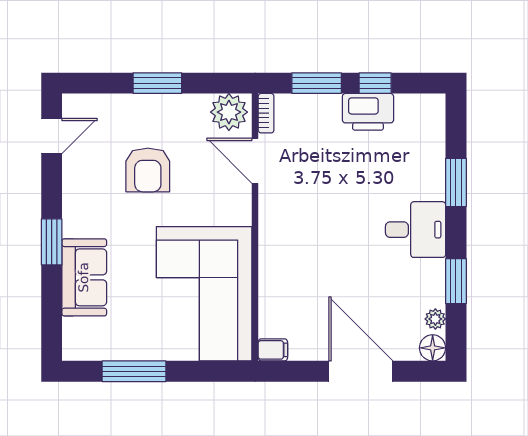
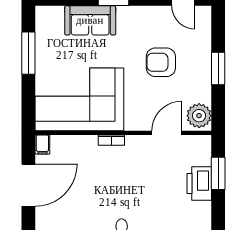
window: (375, 83) -> (218, 212), removed
printer: (368, 112) -> (199, 184), moved
bookcase: (266, 113) -> (111, 140), moved
door: (361, 371) -> (28, 185), moved

